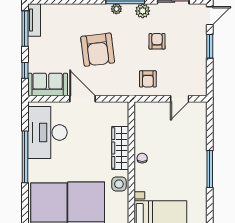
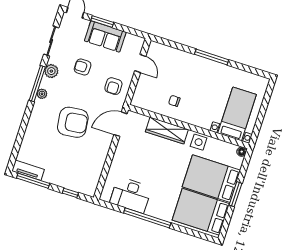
armchair: (148, 79) -> (113, 86), turned 90
sofa: (48, 84) -> (105, 36), moved, turned -90
door: (83, 99) -> (121, 124), moved
desk: (47, 133) -> (131, 195), width x0.73, depth x0.77
chair: (142, 158) -> (174, 101), moved

